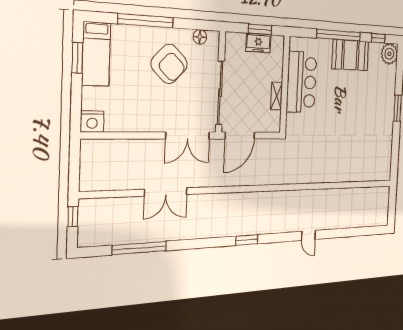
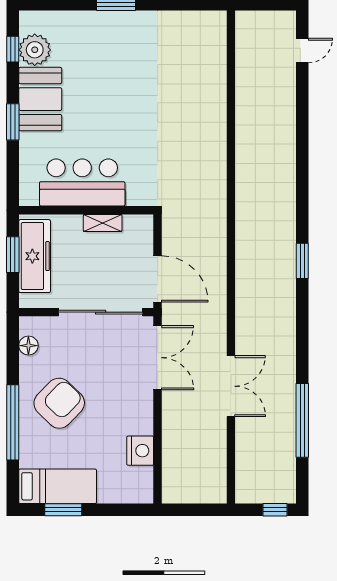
window: (339, 35) -> (13, 122), width x0.47
freezer: (258, 43) -> (35, 256), width x1.91, depth x1.26
plant: (389, 54) -> (35, 50), moved
armchair: (169, 64) -> (59, 403), moved
nightstand: (92, 122) -> (140, 451), moved
window: (73, 217) -> (275, 510), moved
door: (308, 235) -> (302, 51), moved

